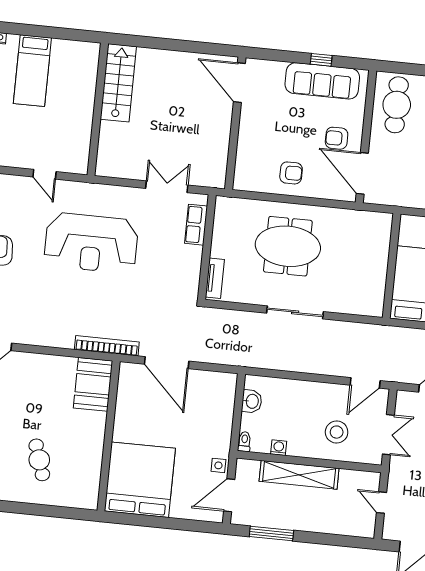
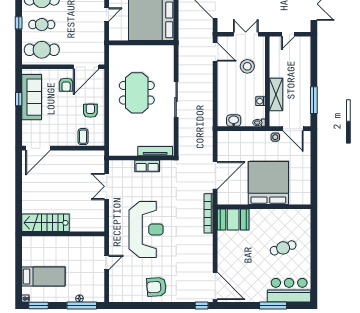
coffee table: (251, 157) -> (83, 137), added
row of seats: (196, 225) -> (147, 166), moved
meeting table: (288, 246) -> (137, 93), moved
tv unit: (215, 278) -> (155, 151), width x1.41
shelving: (299, 475) -> (276, 94), width x0.68
bed: (140, 480) -> (268, 183), moved, turned 90

